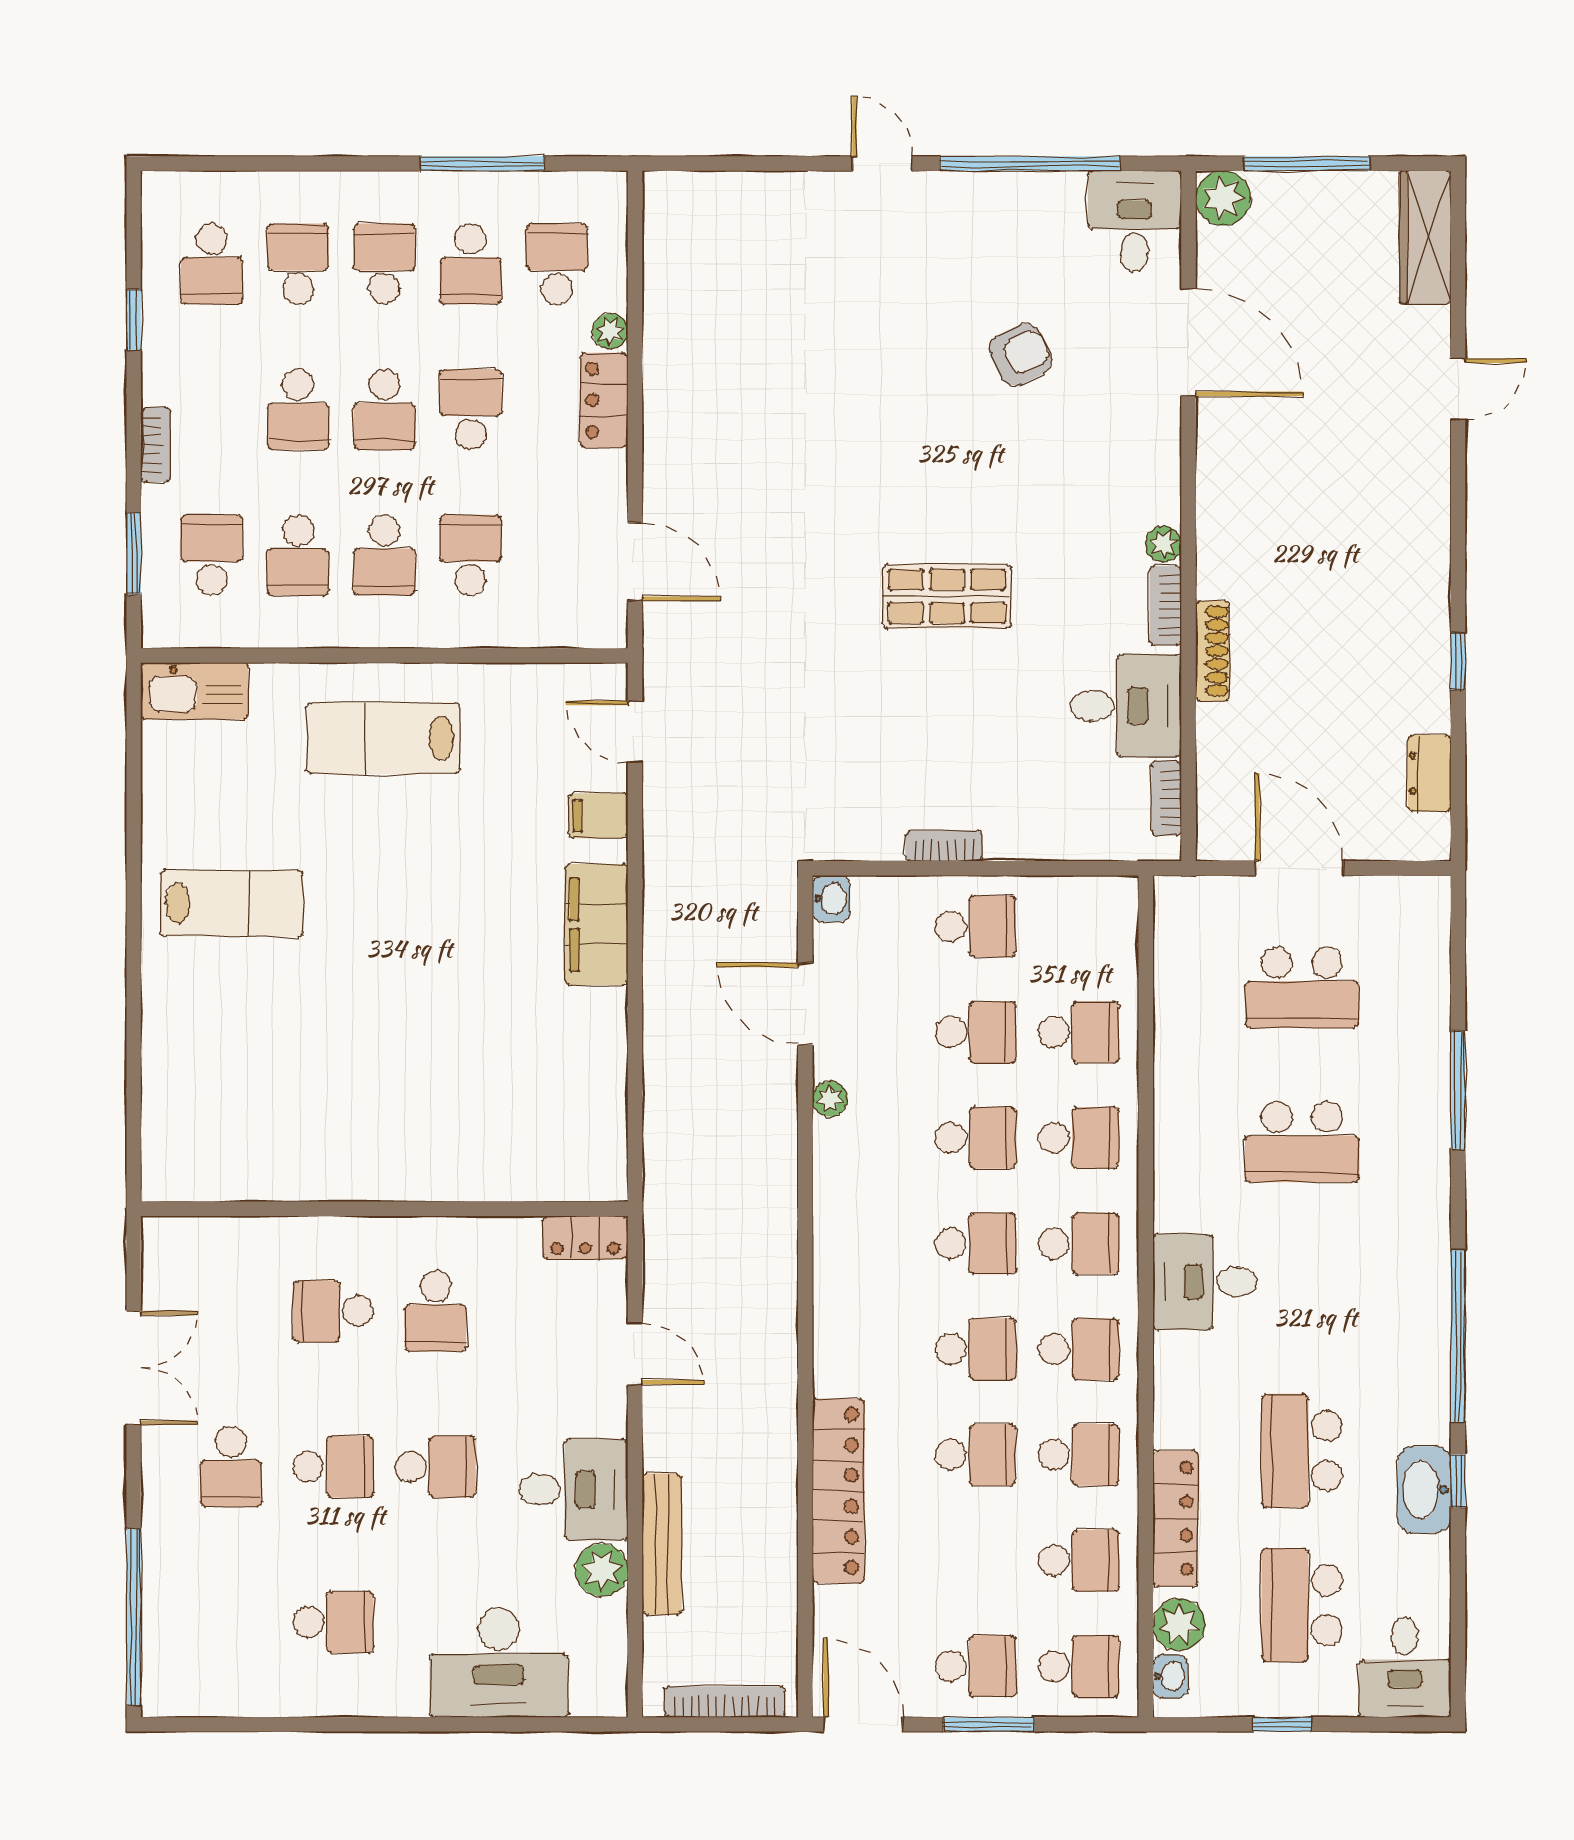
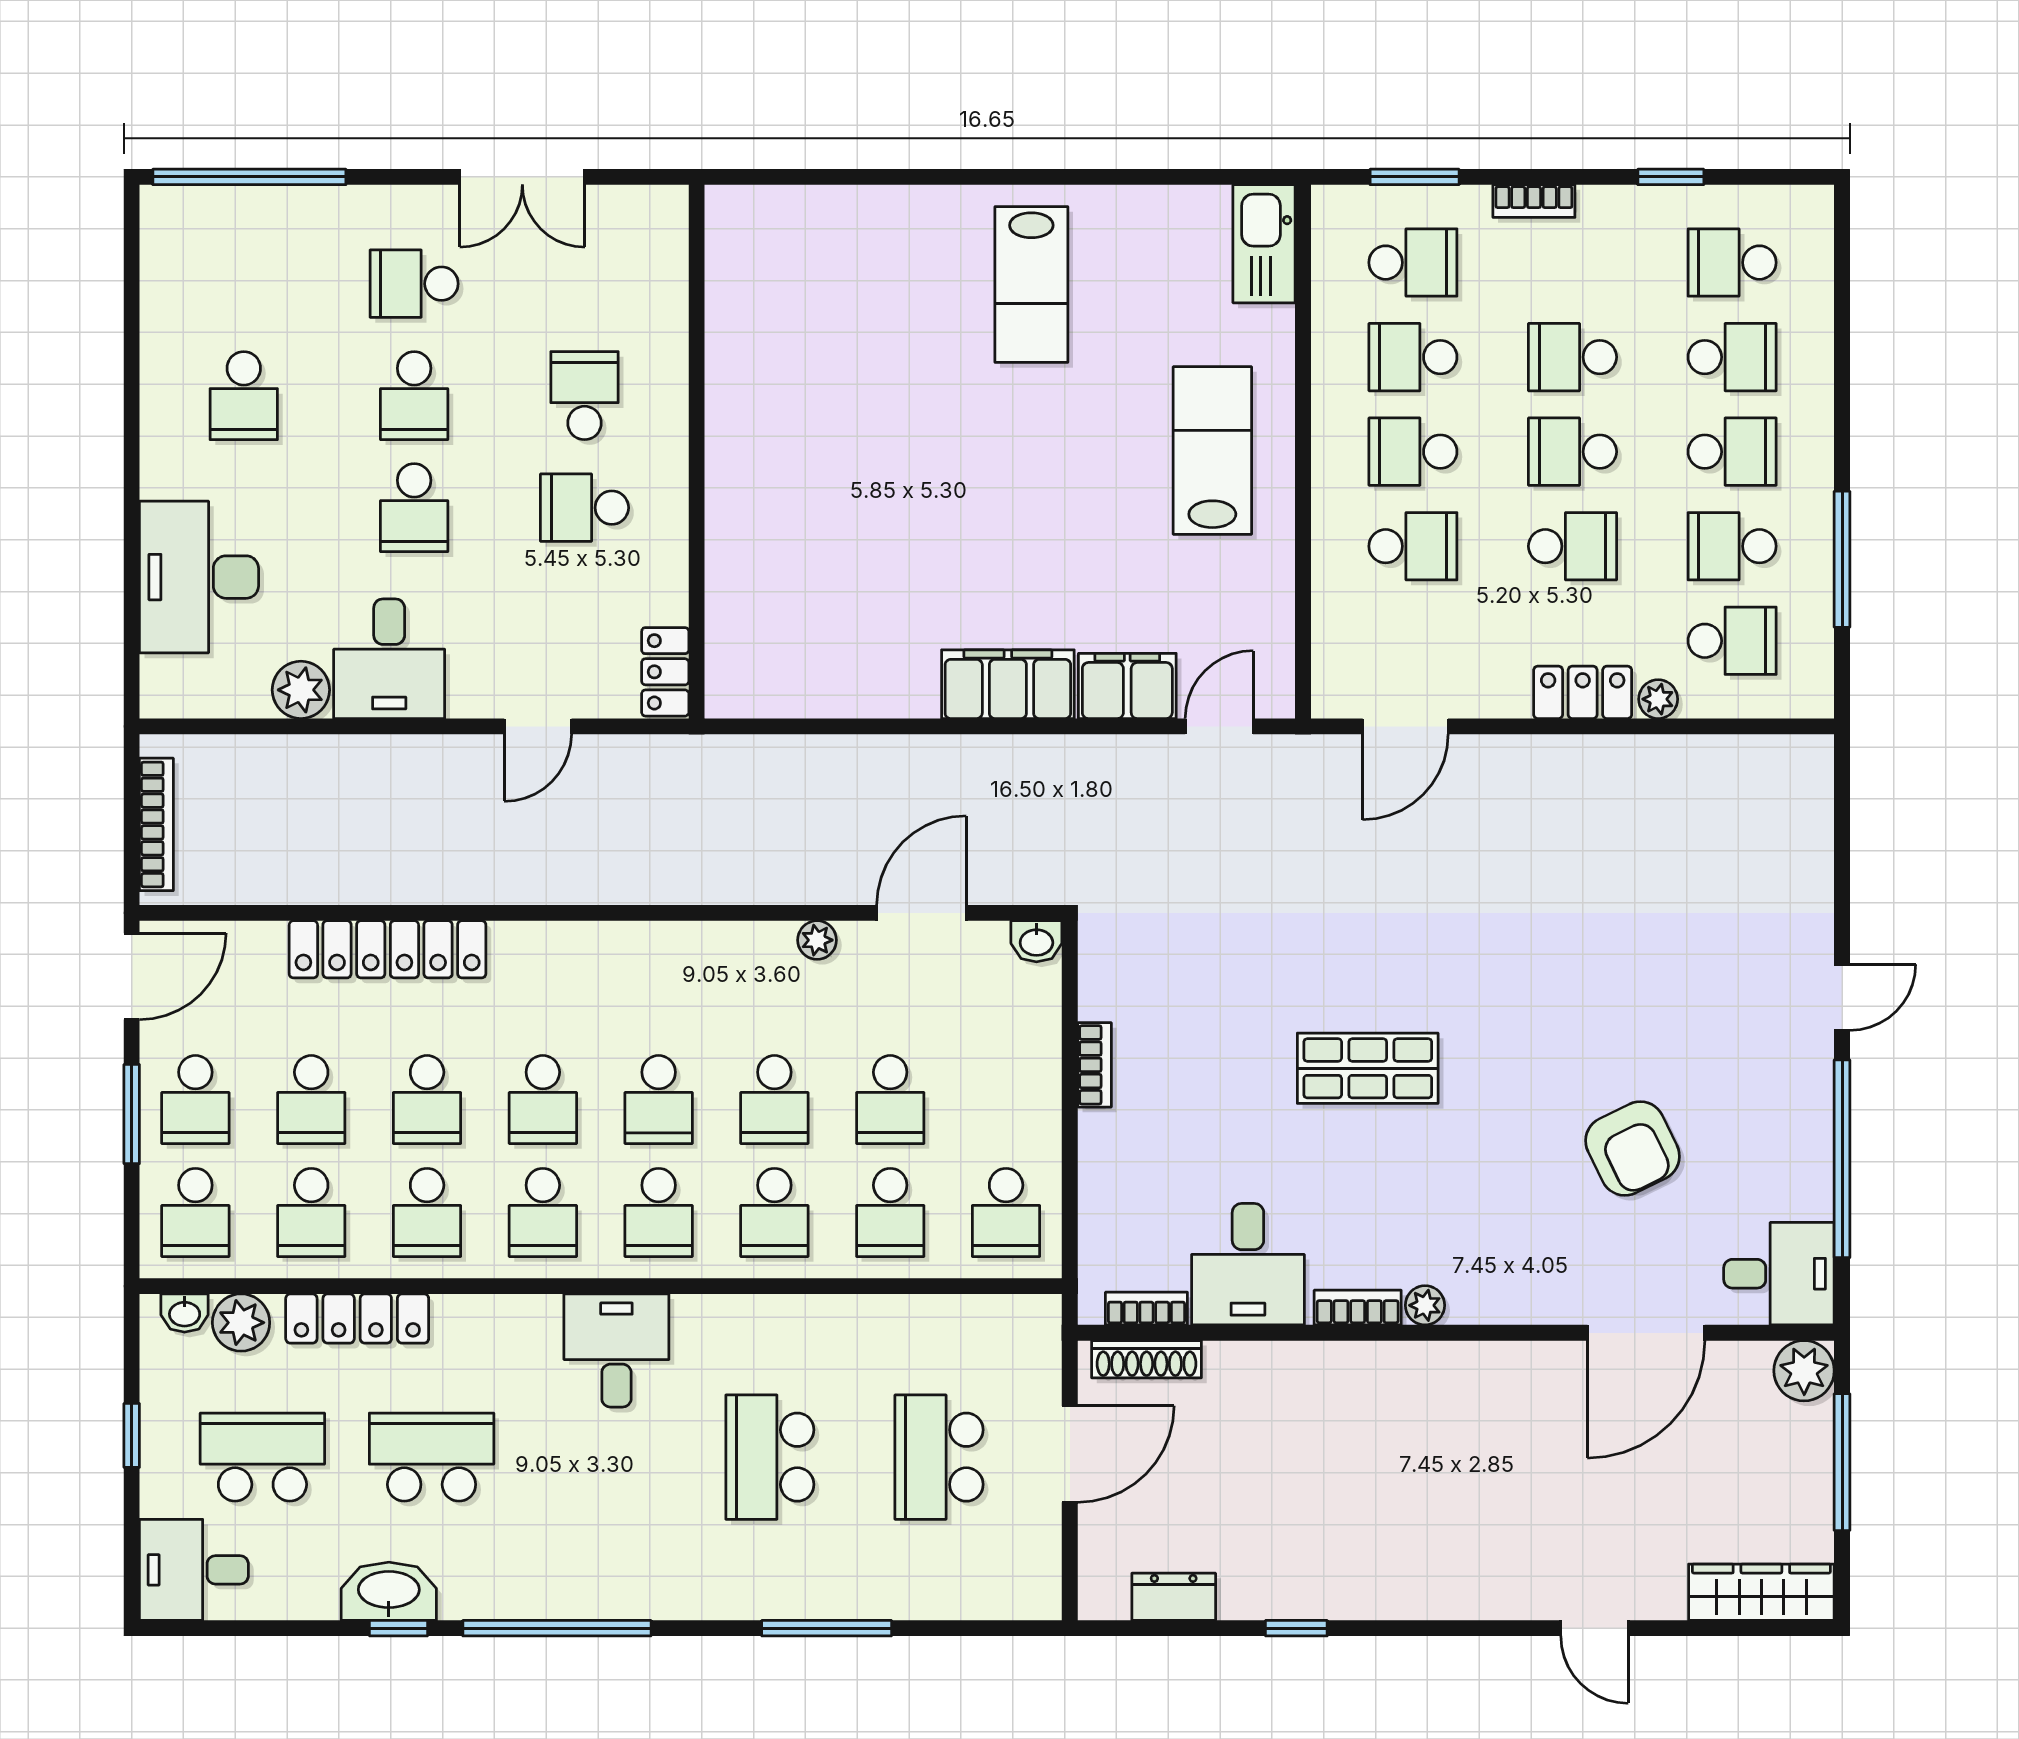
armchair: (1020, 355) -> (1633, 1148), width x1.38, depth x1.38
shop shelf: (947, 596) -> (1368, 1068), turned 90
shoe rack: (1213, 651) -> (1147, 1359), moved
filing cabinet: (598, 816) -> (1127, 686), width x2.00
school desk: (976, 926) -> (1006, 1212), moved
bench: (662, 1544) -> (329, 756), removed
school desk: (976, 1561) -> (311, 1100), added

